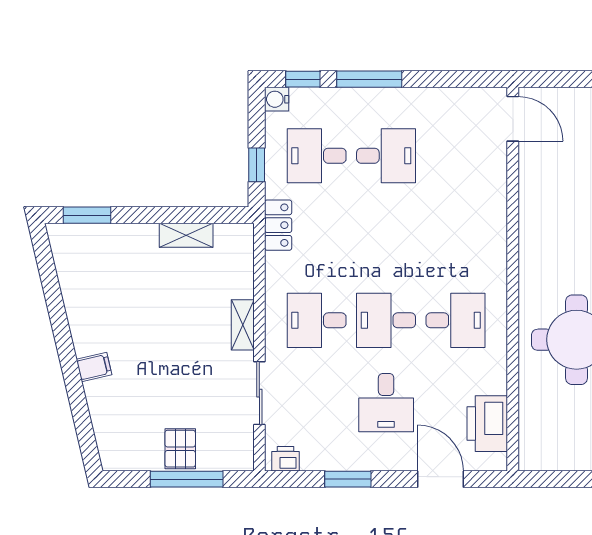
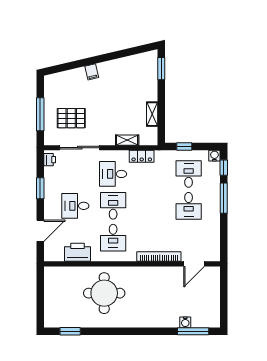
door: (513, 119) -> (194, 264), moved
bookcase: (497, 220) -> (159, 256), added
locker: (278, 225) -> (142, 156), moved
desk: (317, 320) -> (113, 174), turned -90
shelving: (243, 325) -> (127, 140), moved
sliding door: (259, 393) -> (80, 148), width x1.37
printer: (487, 424) -> (78, 252), moved
pallet: (180, 449) -> (71, 118), moved, width x1.50, depth x1.42

